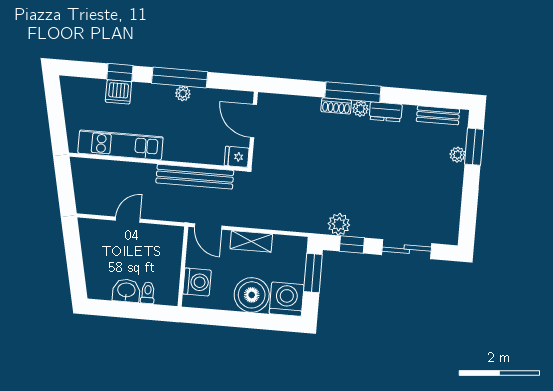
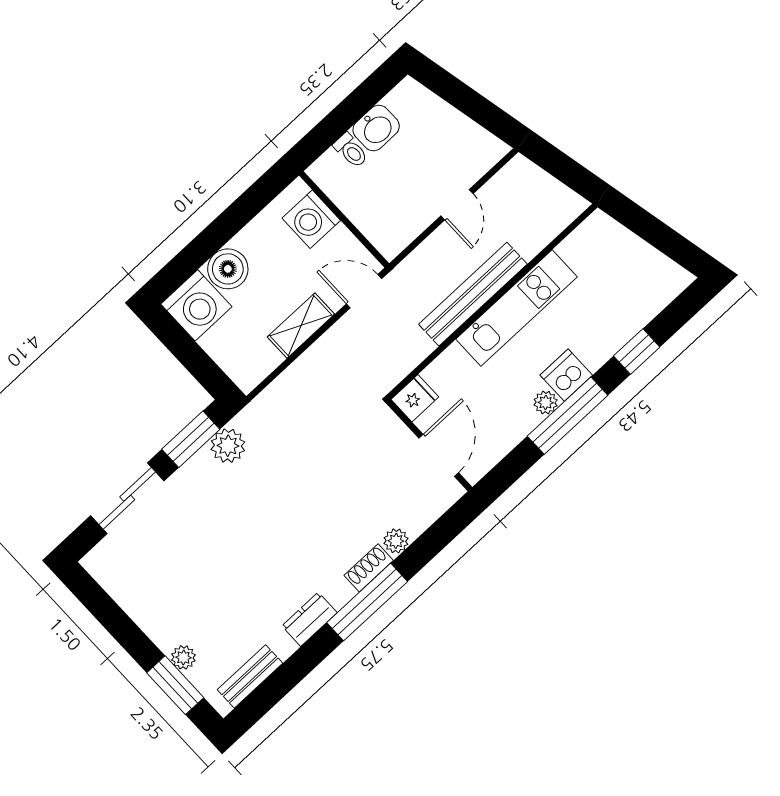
dishwasher: (118, 92) -> (566, 375), moved
plant: (360, 109) -> (396, 541), moved
door: (253, 121) -> (439, 455), hinge flipped
kitchen unit: (120, 145) -> (517, 308), moved
bench: (195, 177) -> (473, 294), moved
window: (352, 245) -> (191, 439), width x1.50
window: (313, 273) -> (199, 364), removed
boiler: (252, 295) -> (228, 269), width x0.73, depth x0.73

